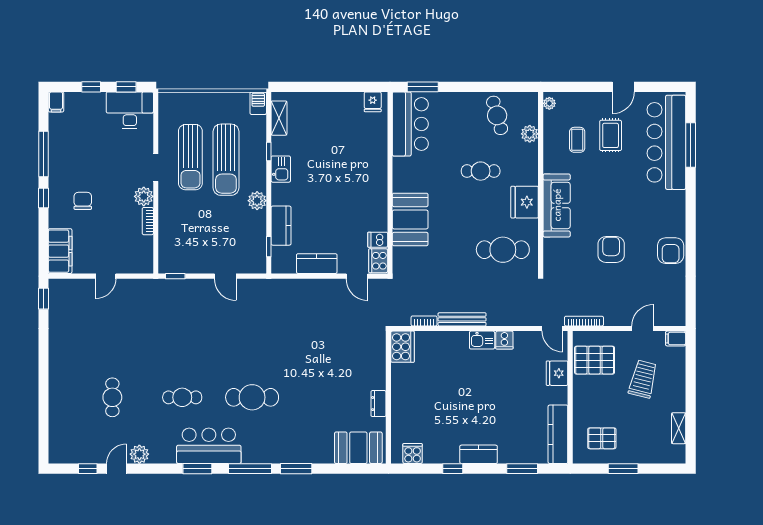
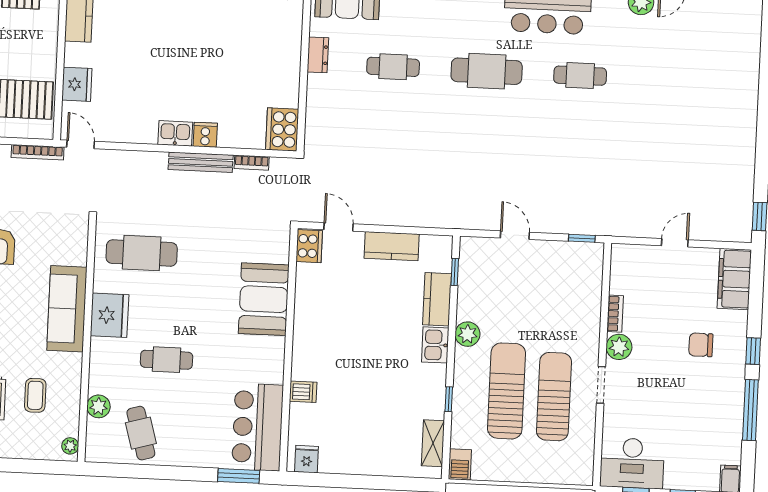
kitchen sink: (281, 169) -> (435, 345), moved
chair: (83, 201) -> (701, 345), turned 90
dishwasher: (378, 240) -> (303, 392), moved
cooker: (504, 340) -> (205, 135), moved
cafe table: (112, 397) -> (393, 67), moved, turned 90

